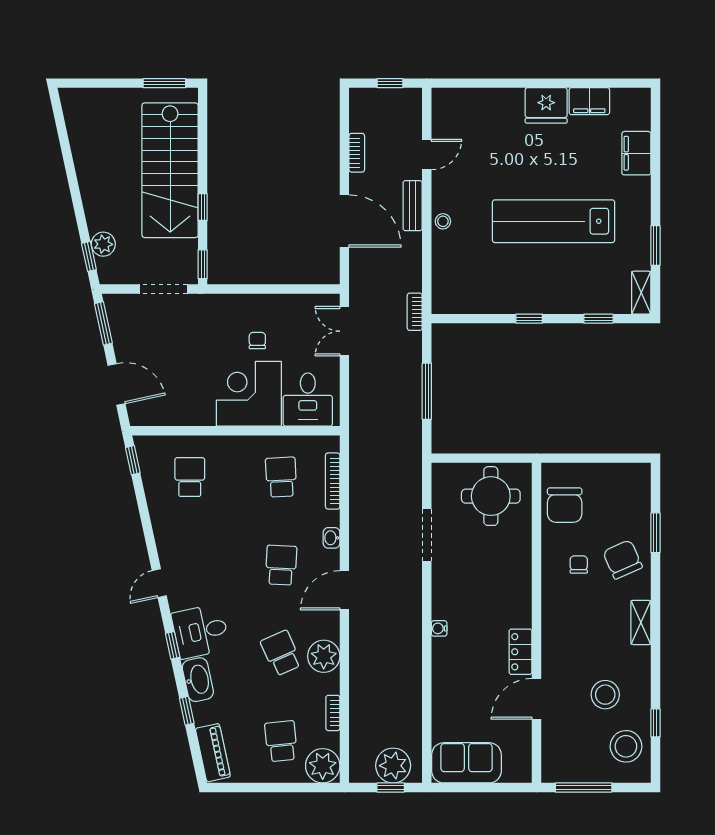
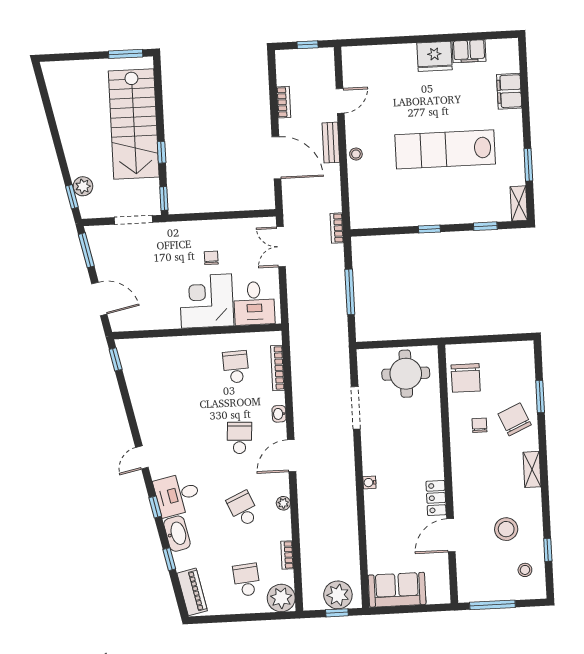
school desk: (190, 477) -> (162, 371), removed
plant: (324, 656) -> (283, 503), width x0.53, depth x0.53
stool: (626, 746) -> (525, 570), width x0.53, depth x0.53

